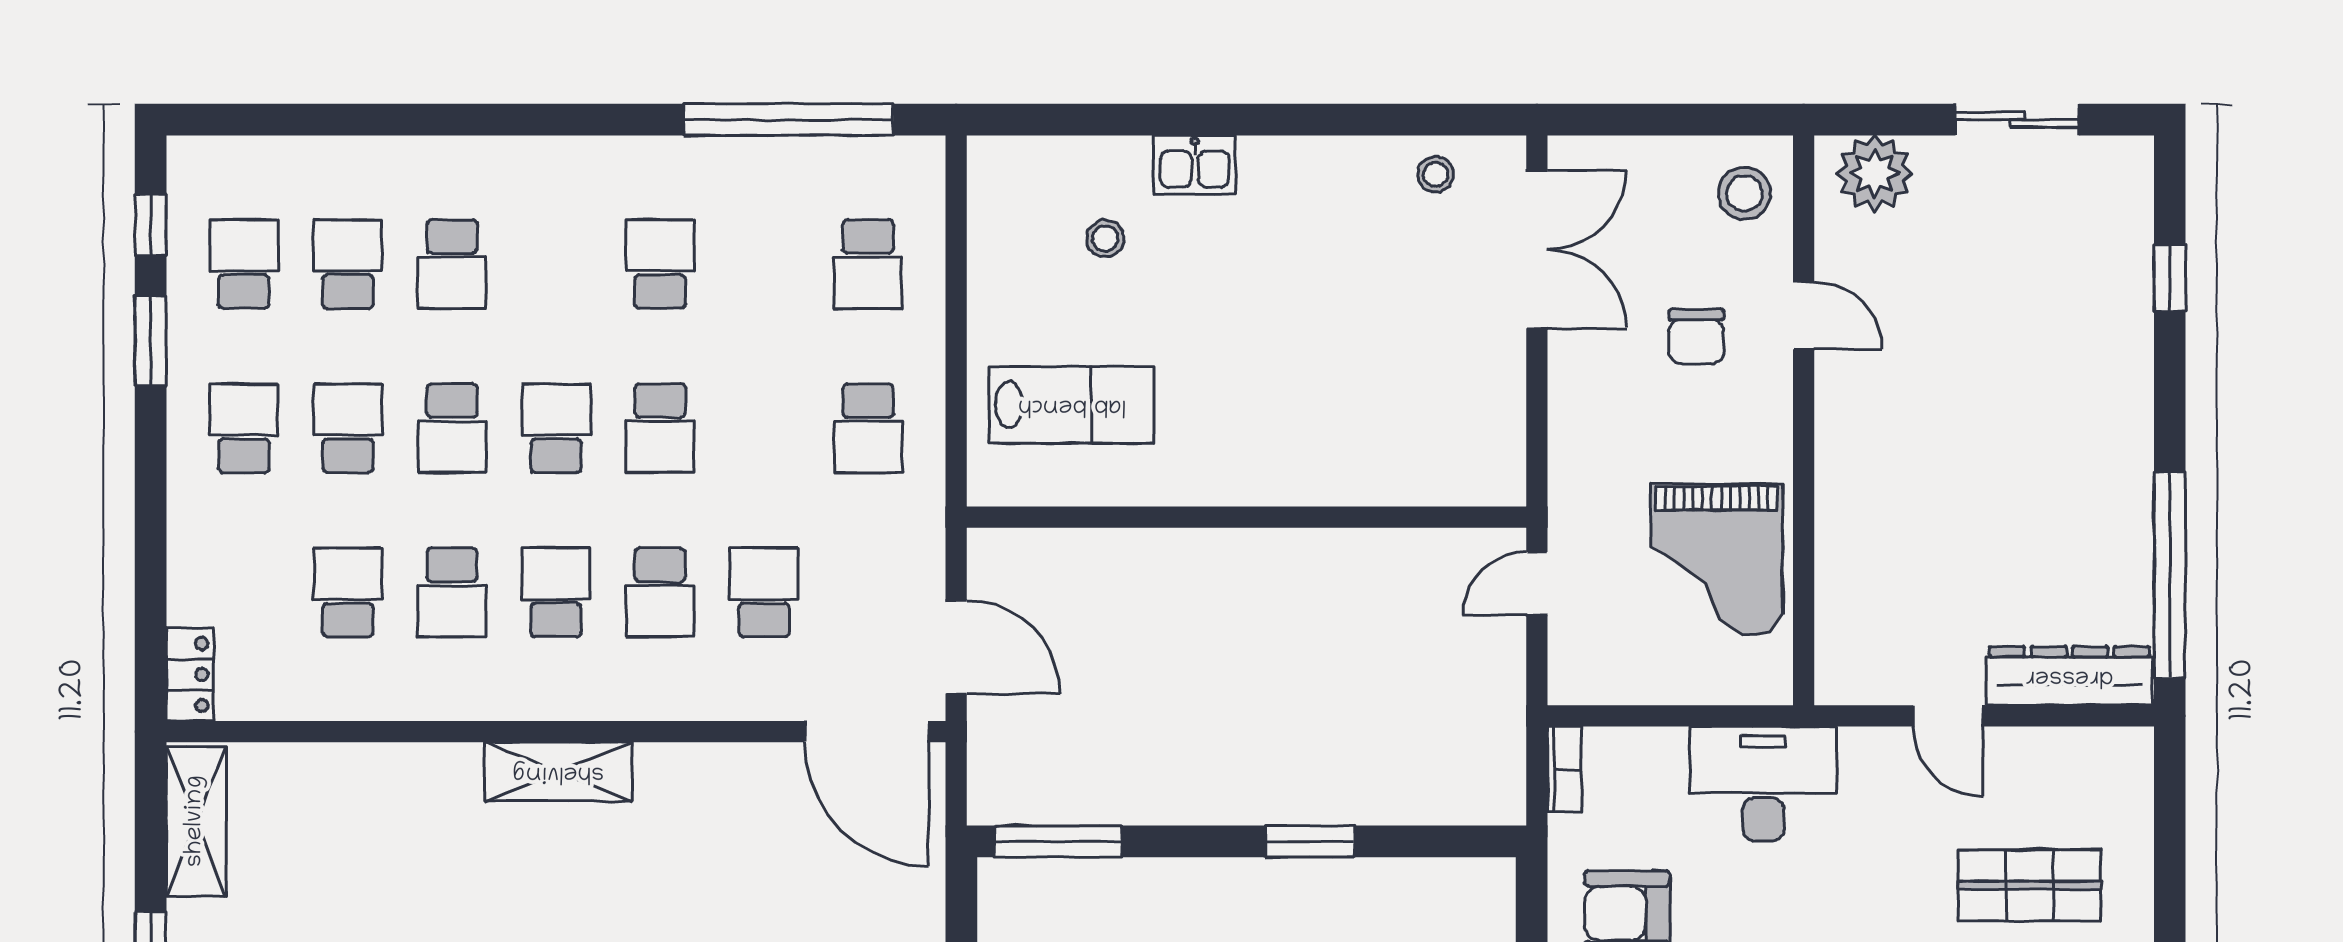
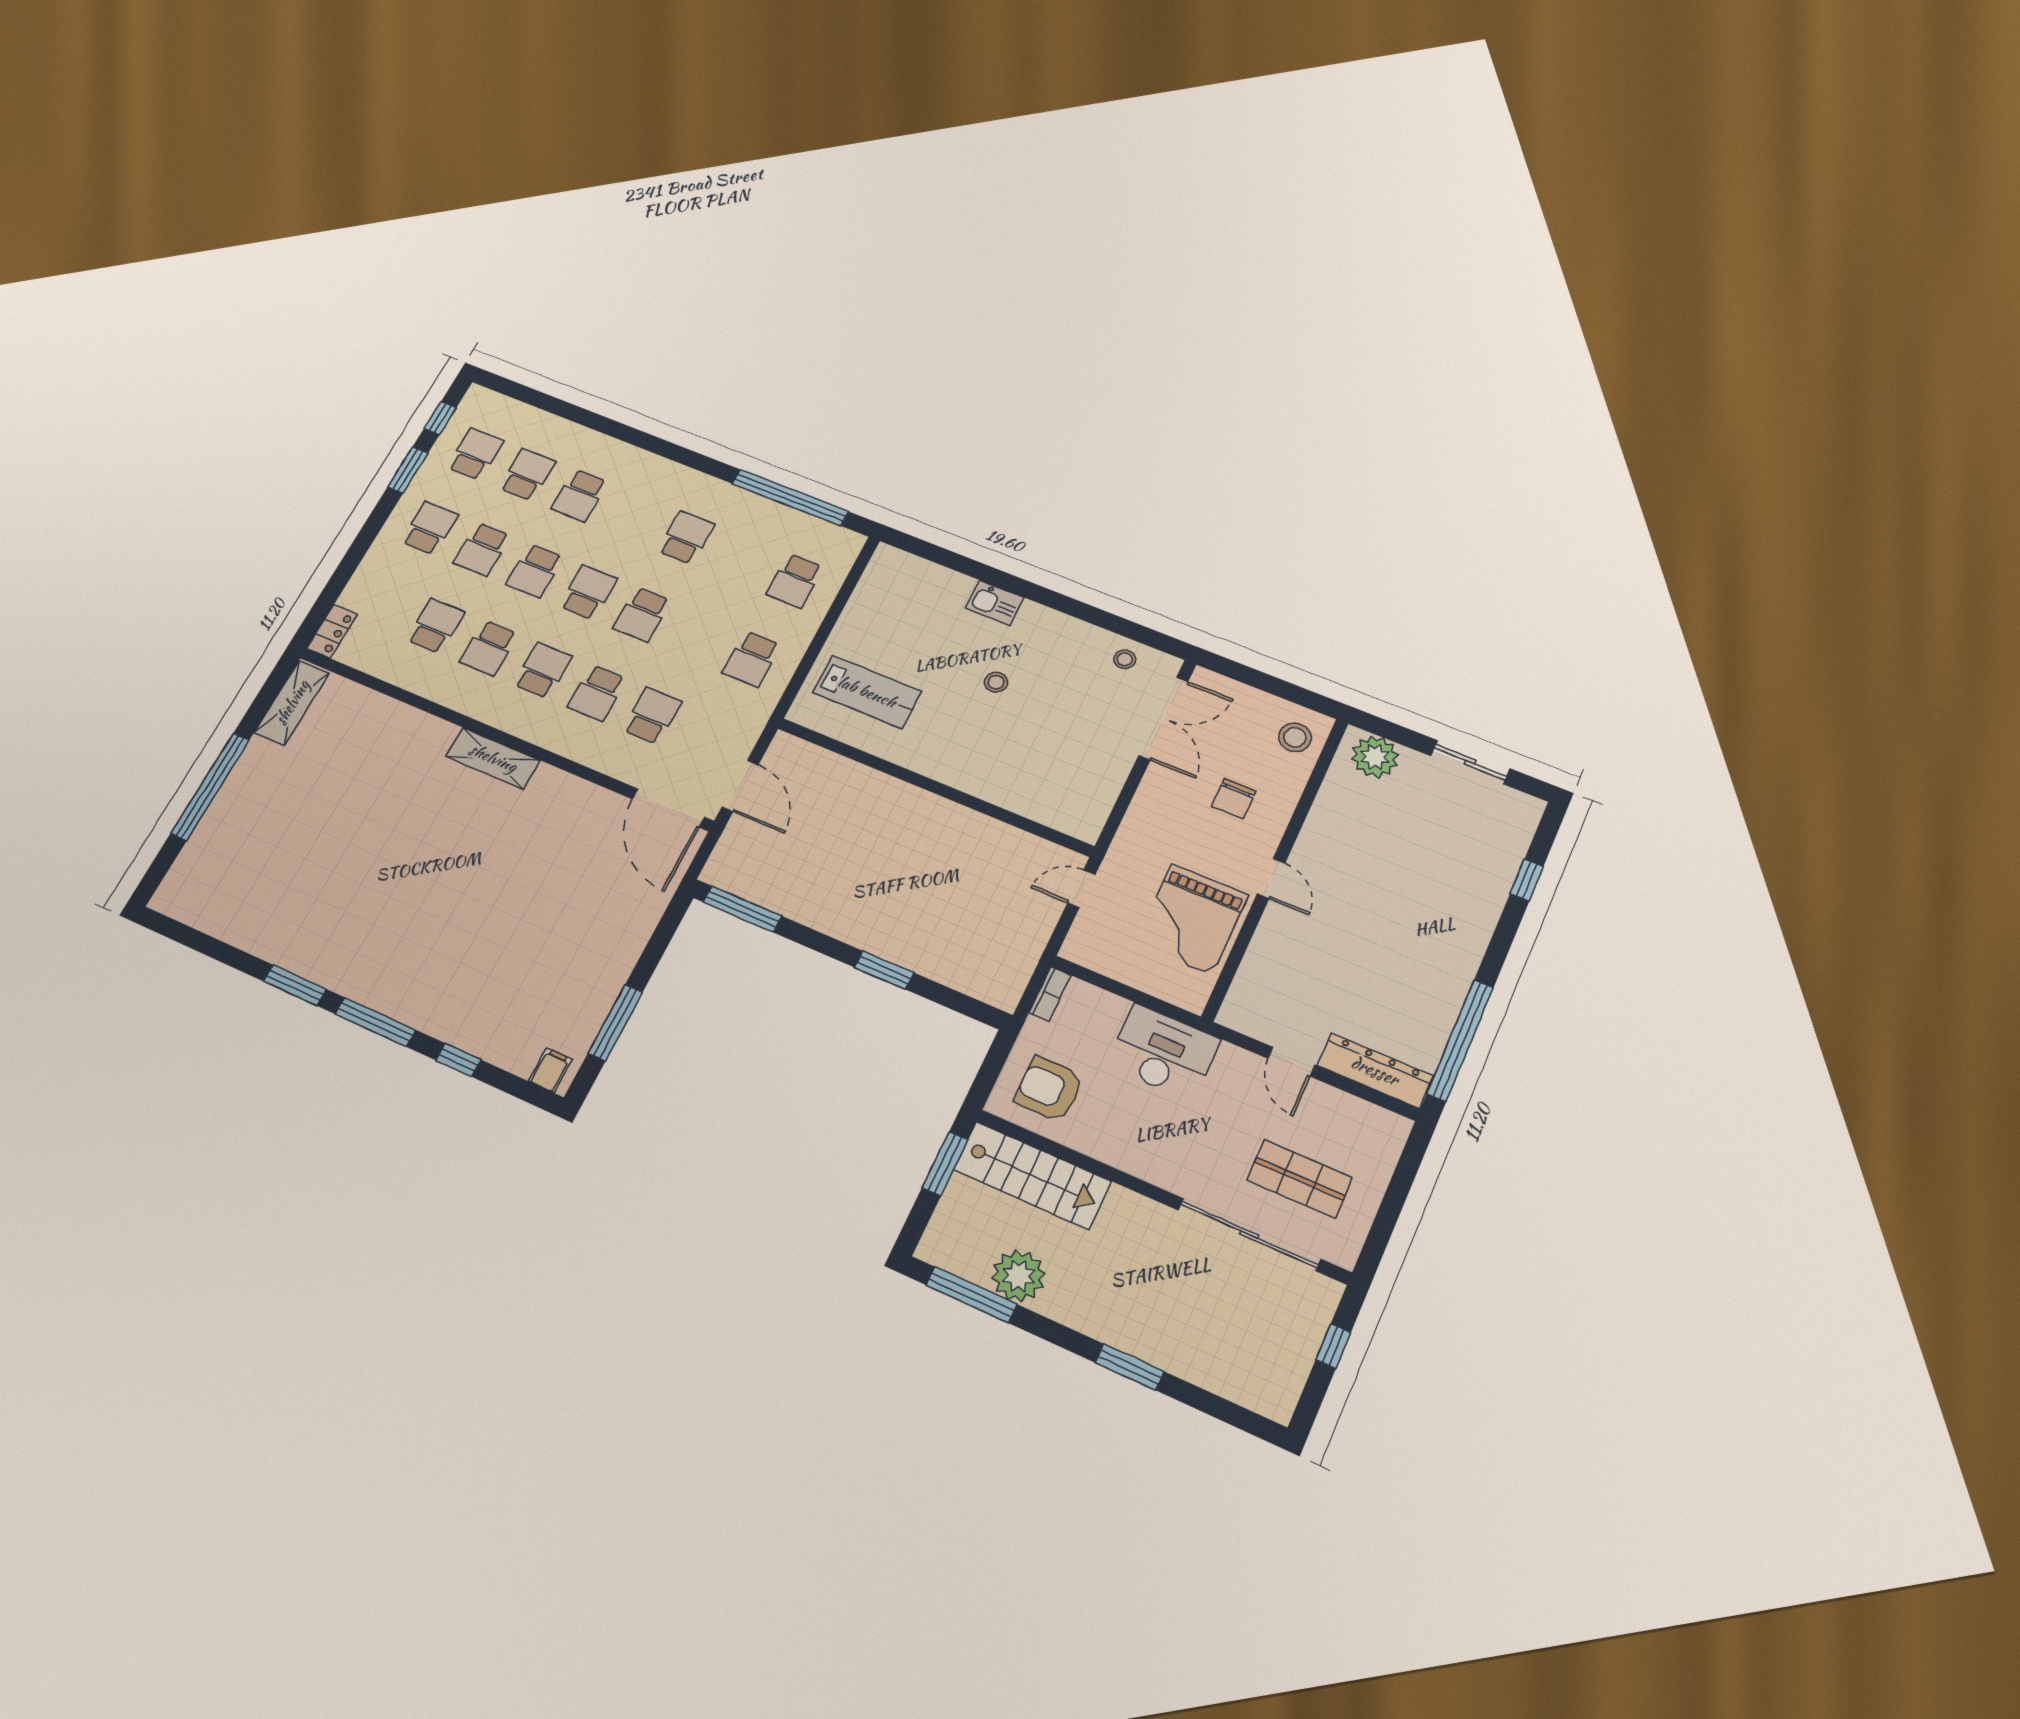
stool: (1105, 239) -> (996, 682), moved
door: (1804, 315) -> (1271, 879), moved
school desk: (348, 428) -> (482, 549), turned 180

